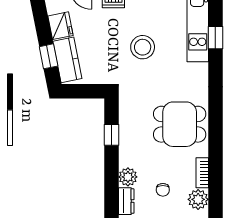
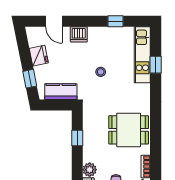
stool: (143, 47) -> (101, 72), width x0.53, depth x0.53
kitchen counter: (67, 60) -> (61, 92), moved, turned -79

